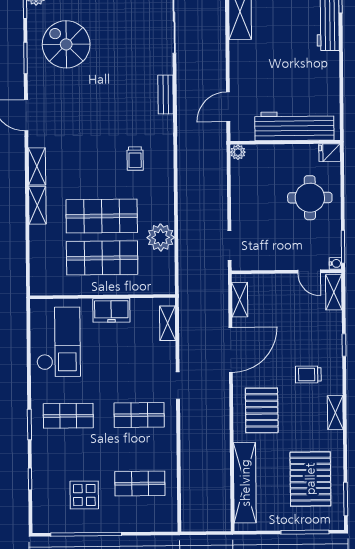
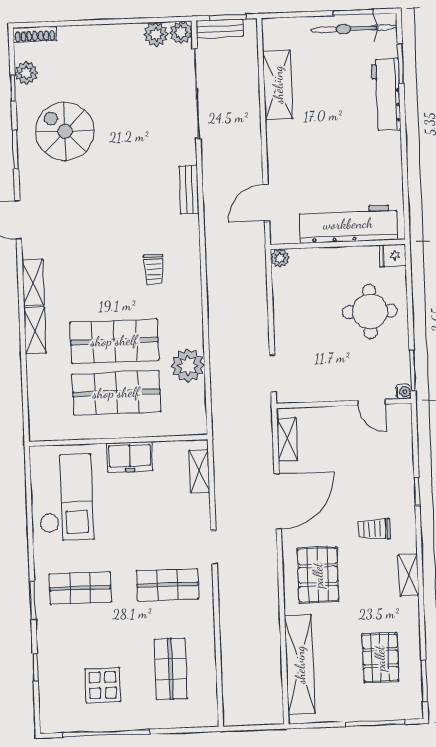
shelving: (334, 292) -> (403, 427), removed
pallet: (310, 479) -> (380, 658), width x0.73, depth x0.71
shop shelf: (140, 484) -> (171, 669), turned 90

